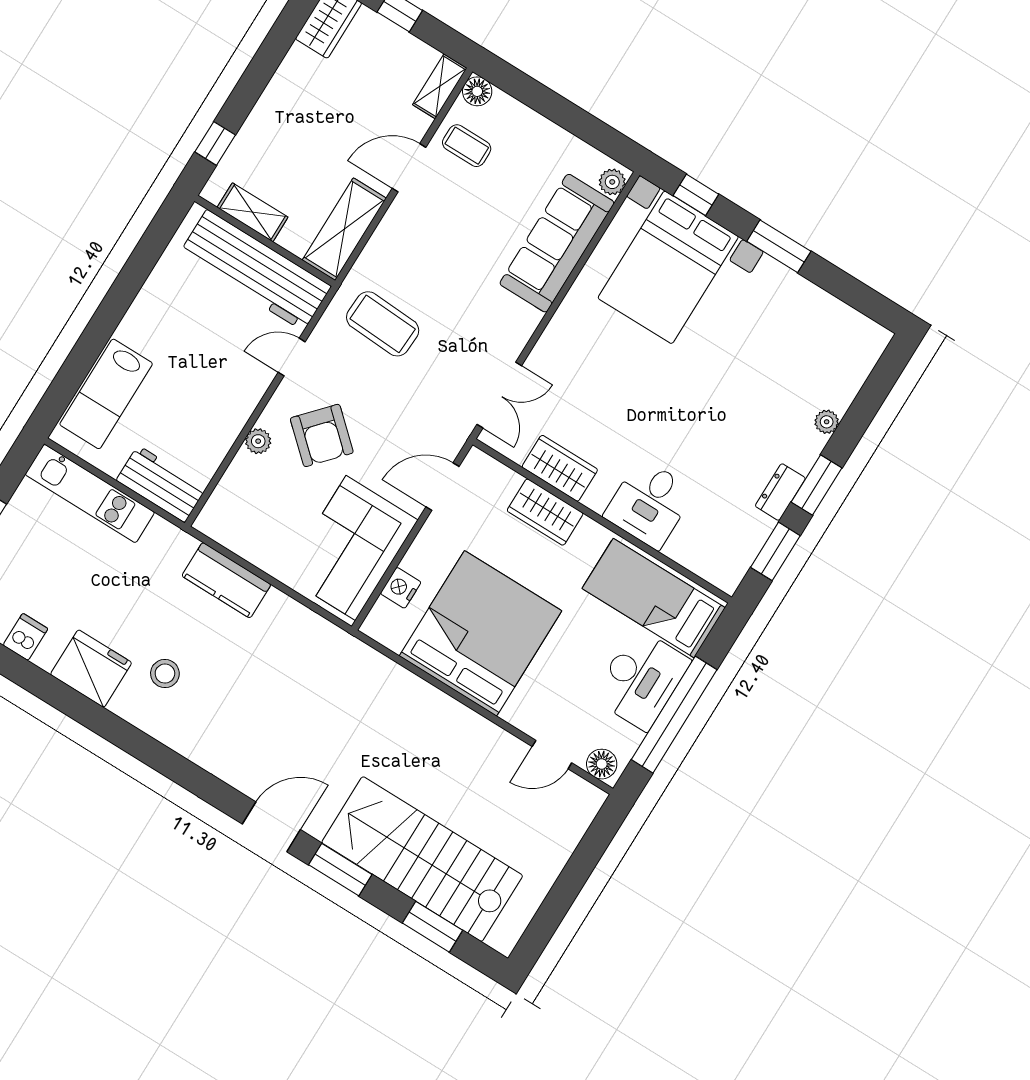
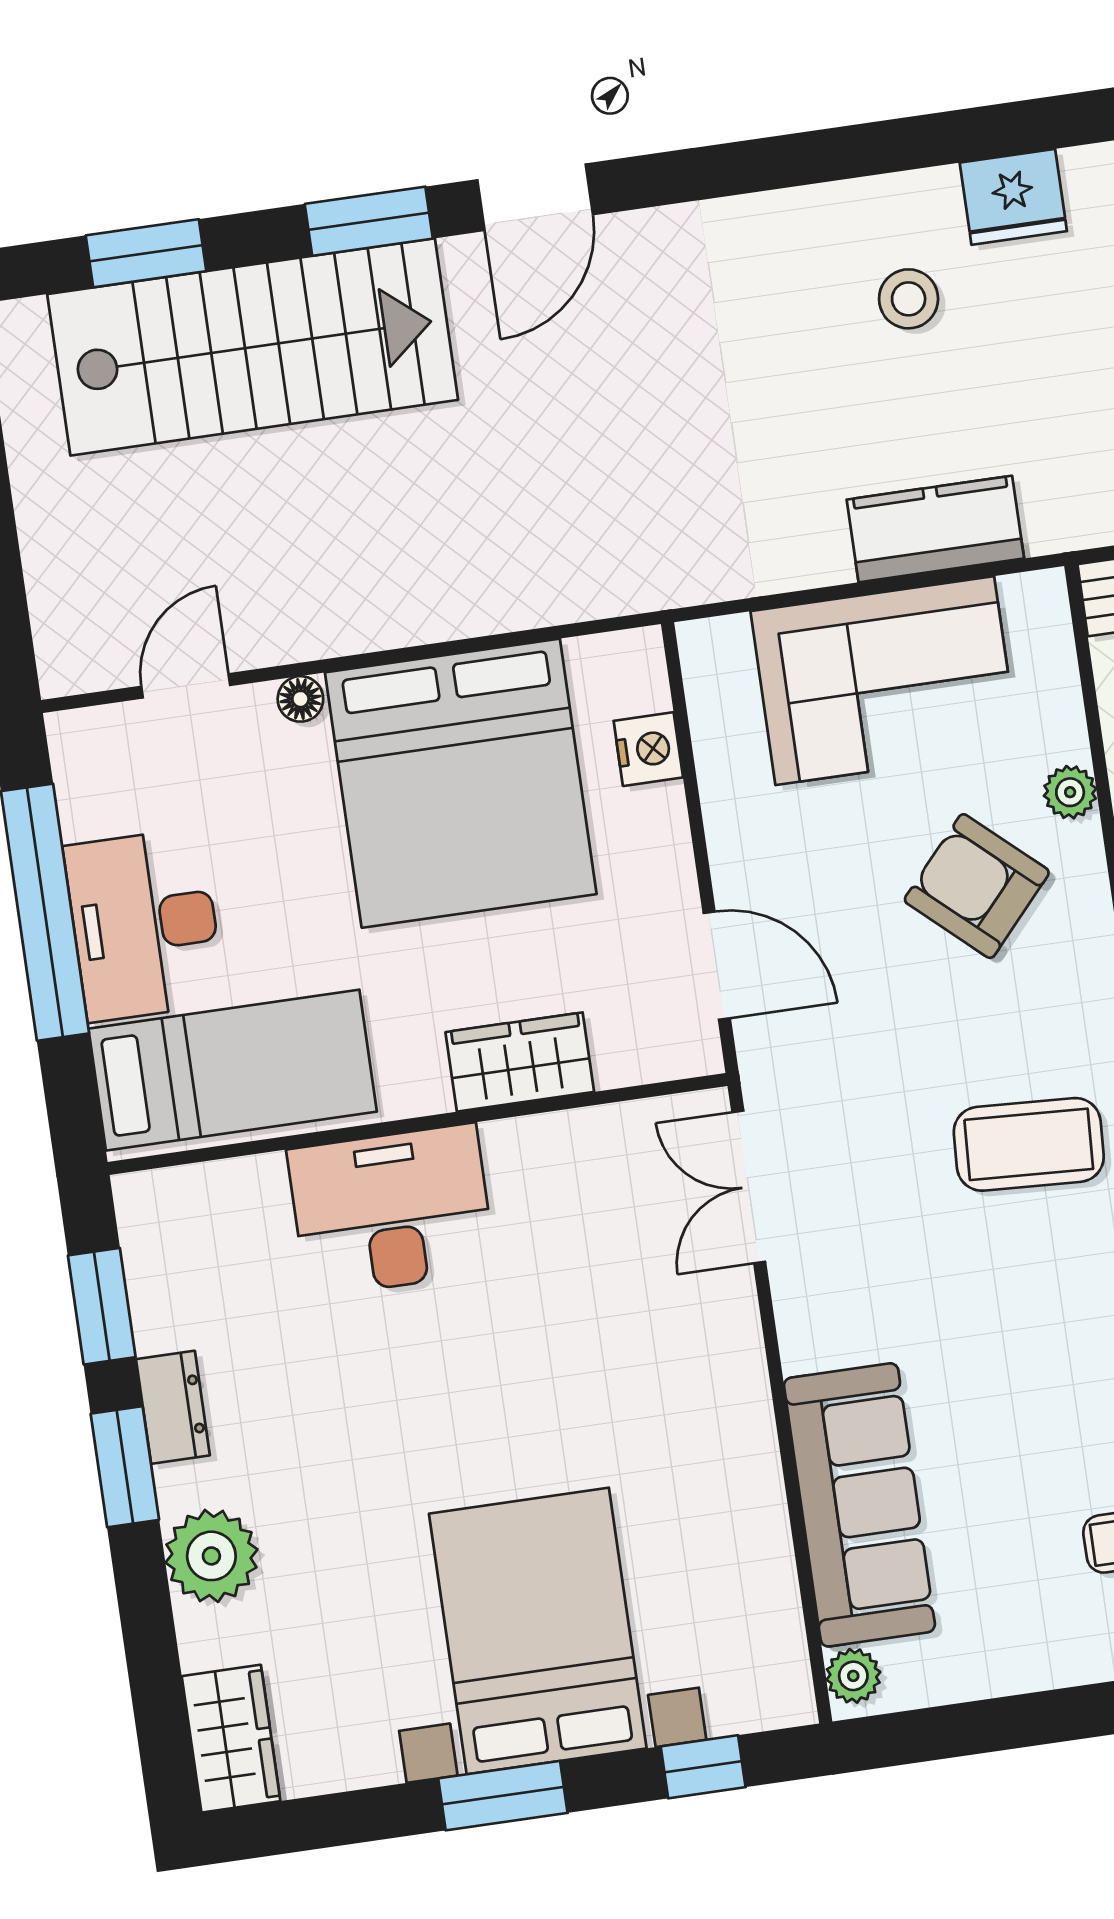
bed with nightstands: (668, 267) -> (538, 1631), moved
plant: (827, 422) -> (211, 1556), width x1.87, depth x1.87
wardrobe: (560, 468) -> (231, 1739), moved, turned -90
door: (442, 487) -> (717, 966), hinge flipped
desk: (649, 504) -> (392, 1211), width x1.37
corner sofa: (351, 548) -> (885, 681), moved, turned 90
fridge: (91, 669) -> (1013, 197), width x0.73, depth x0.75
floor lamp: (602, 764) -> (300, 699), moved, width x0.73, depth x0.73

